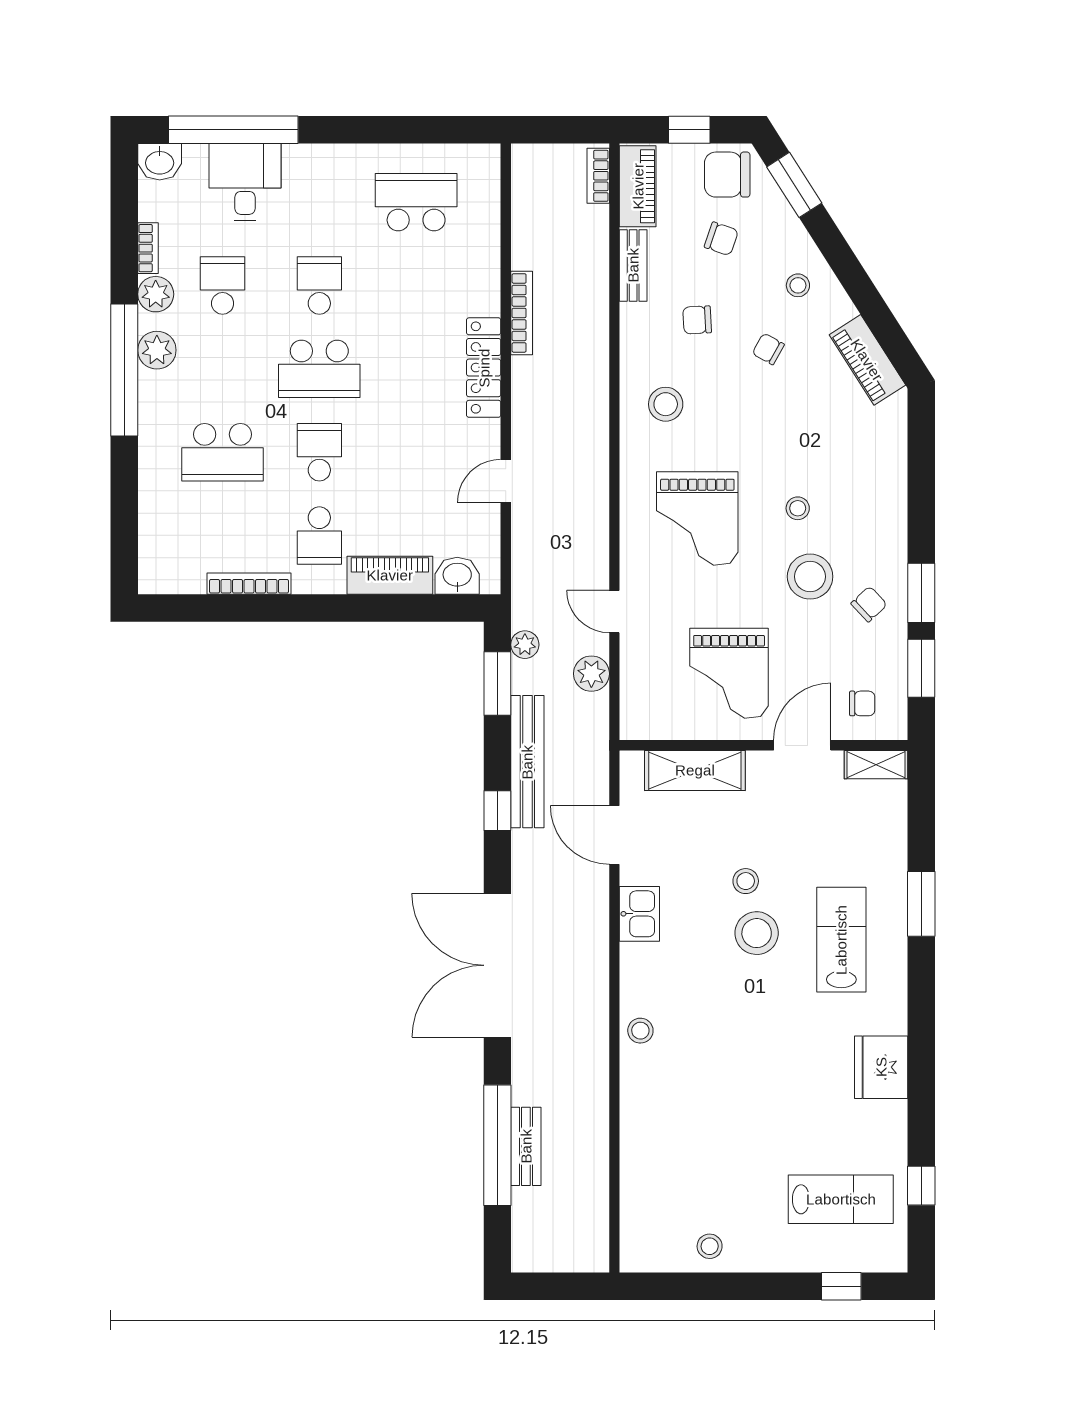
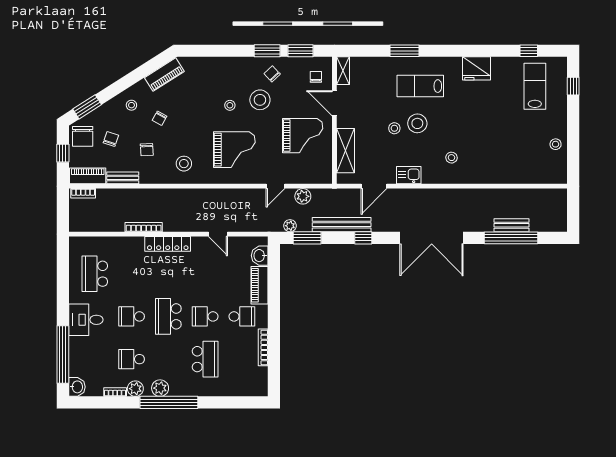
desk: (245, 182) -> (86, 320), moved
school desk: (319, 369) -> (168, 316), turned 180
stool: (640, 1031) -> (452, 158), moved

